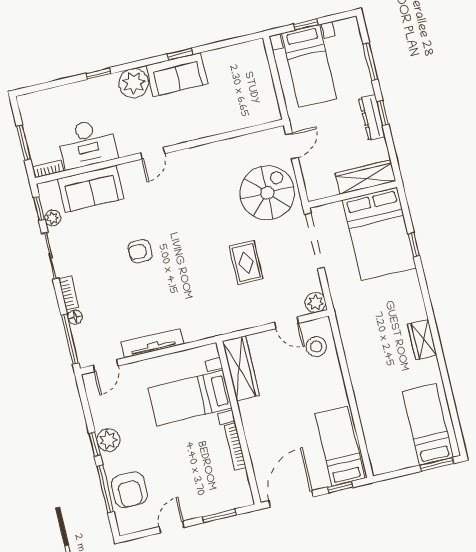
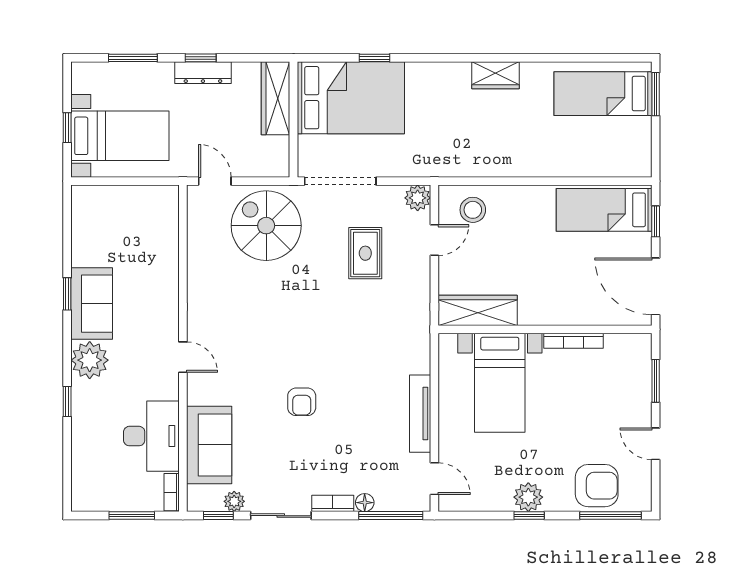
rug: (246, 263) -> (365, 253), moved, turned 90
window: (105, 489) -> (611, 516), moved

